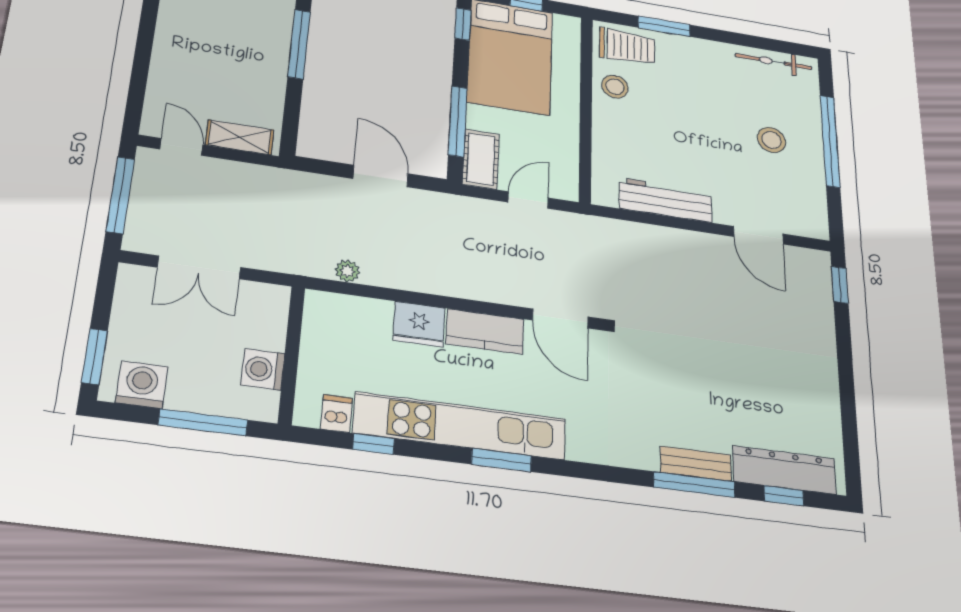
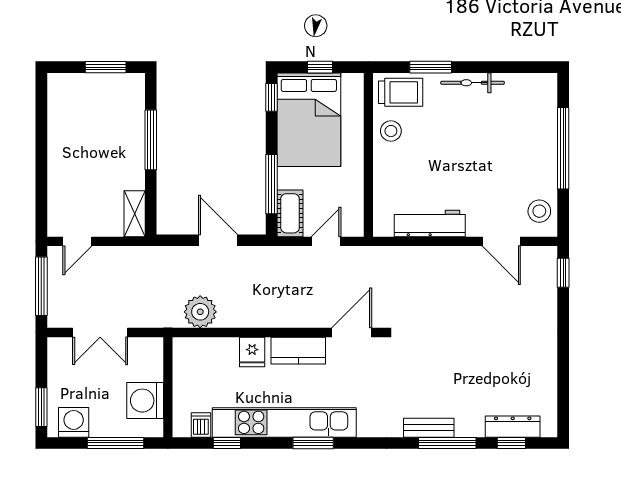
bicycle: (774, 62) -> (473, 83), moved
shelving: (240, 137) -> (135, 214), moved, turned 90
stool: (772, 140) -> (539, 211), moved
door: (181, 147) -> (77, 241), swing flipped
plant: (347, 271) -> (200, 312), width x1.88, depth x1.88
door: (560, 319) -> (352, 332), swing flipped
fridge: (419, 324) -> (252, 352), width x0.72
washing machine: (263, 369) -> (145, 401), width x1.37, depth x1.37
bench: (696, 464) -> (429, 428), moved
dresser: (784, 470) -> (513, 427), width x0.73, depth x0.80

